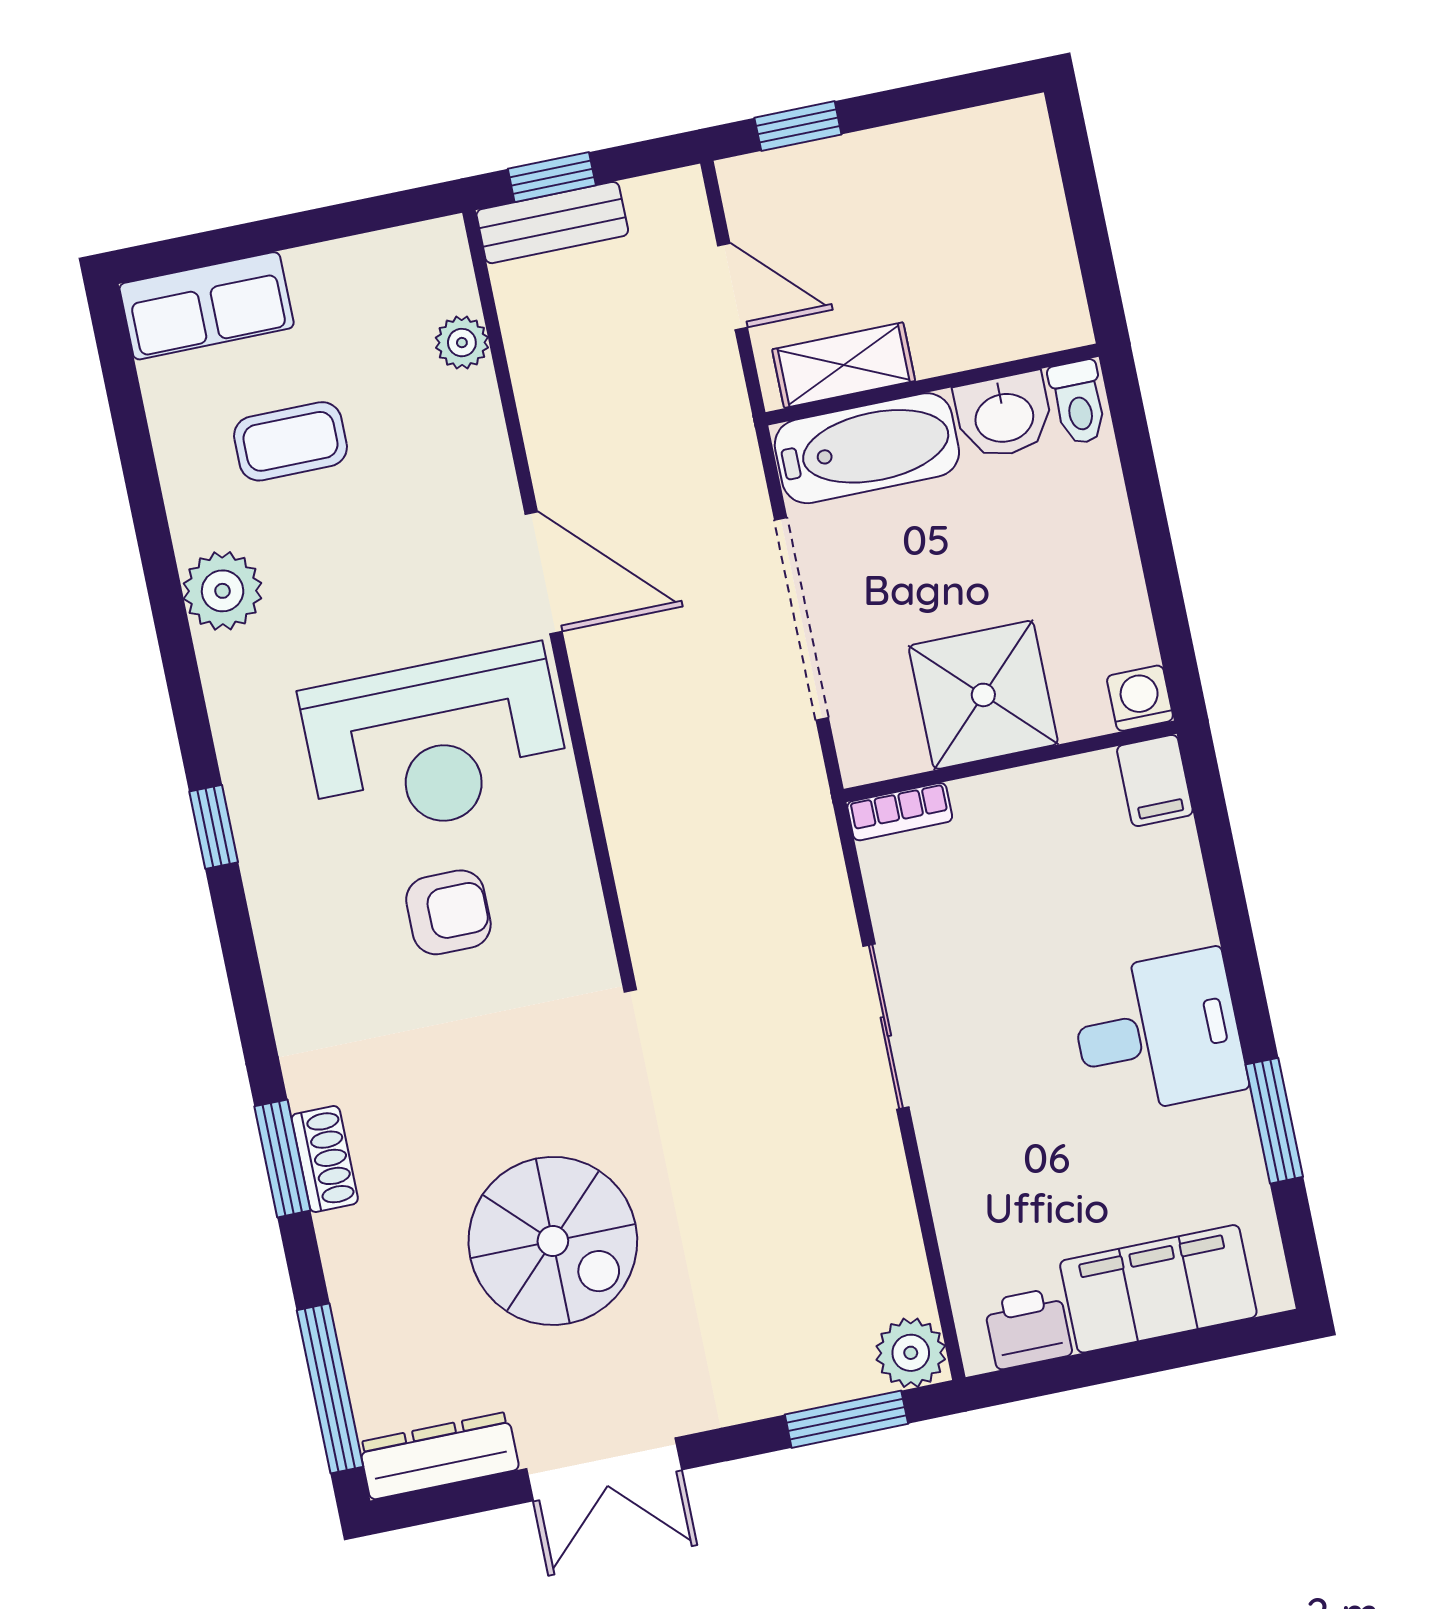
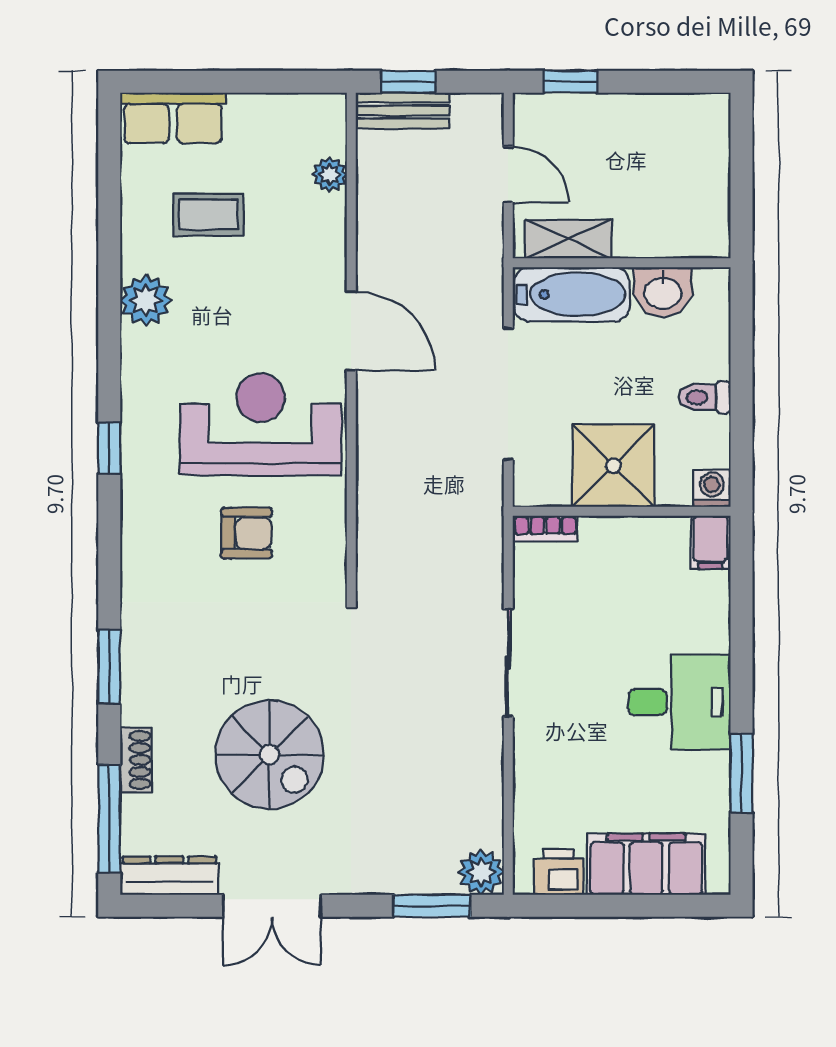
toilet: (1078, 402) -> (704, 397), moved, turned 90
reception desk: (435, 743) -> (260, 424), turned 180
shoe rack: (325, 1159) -> (136, 760), moved

